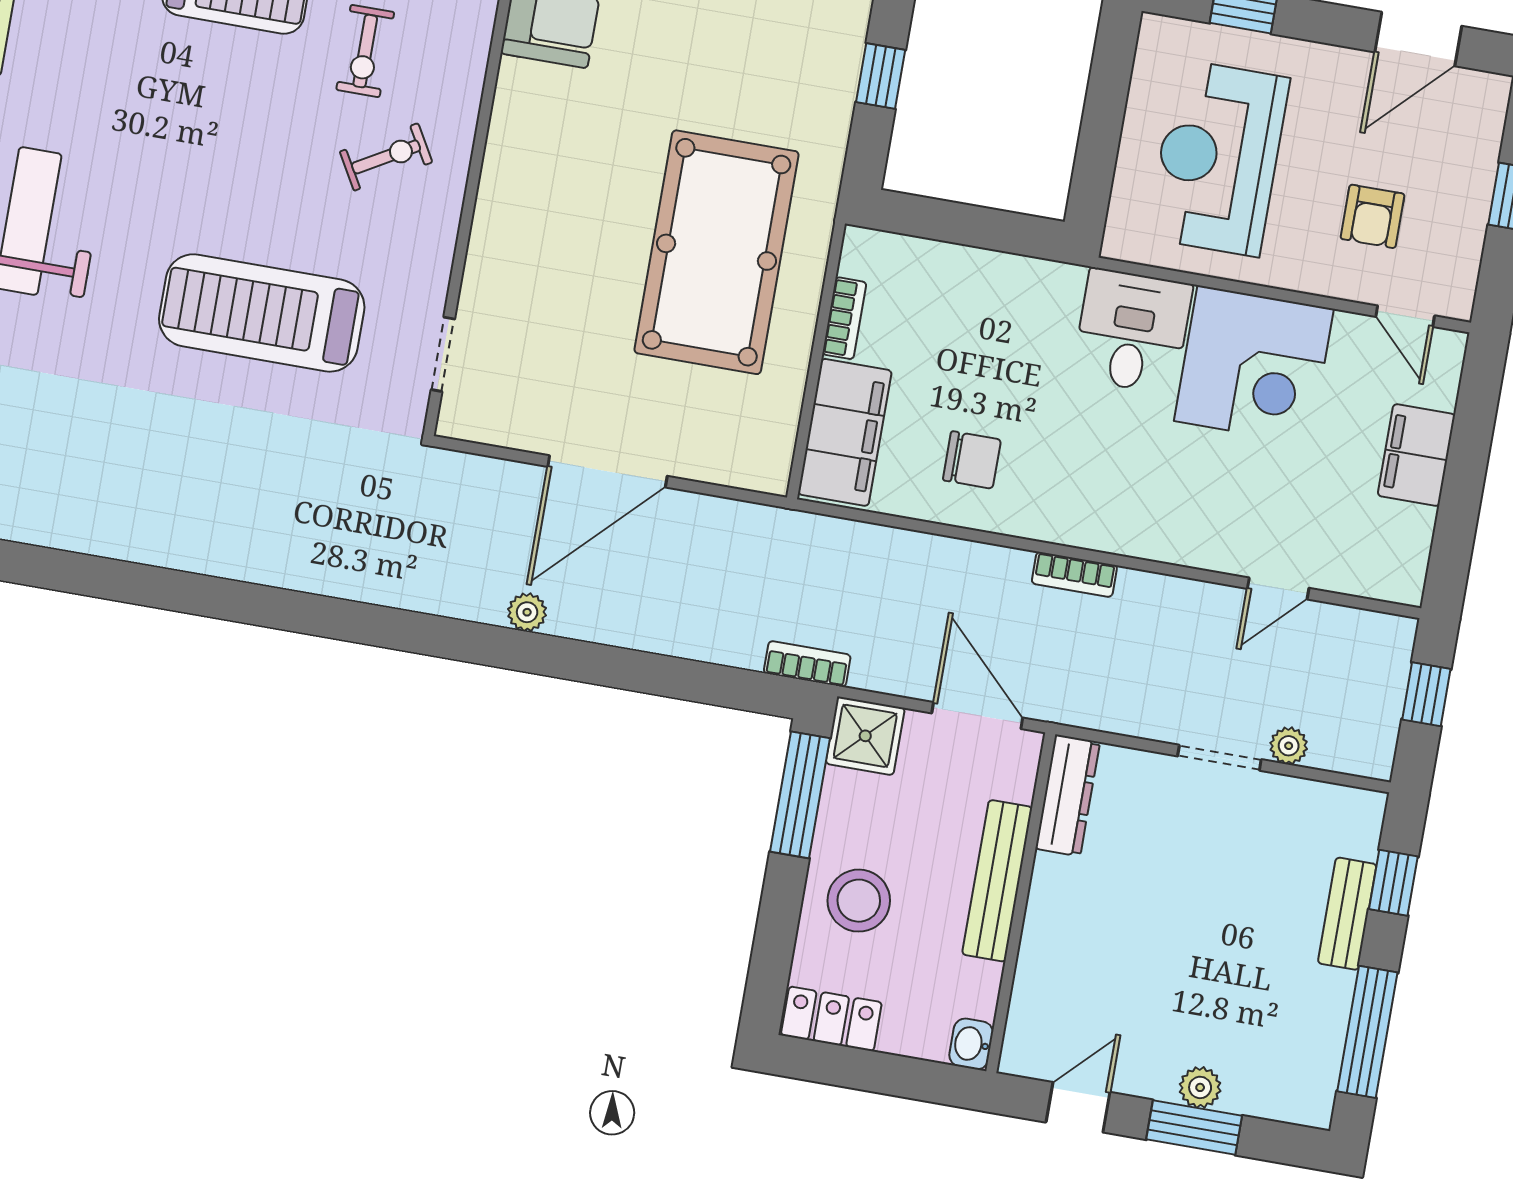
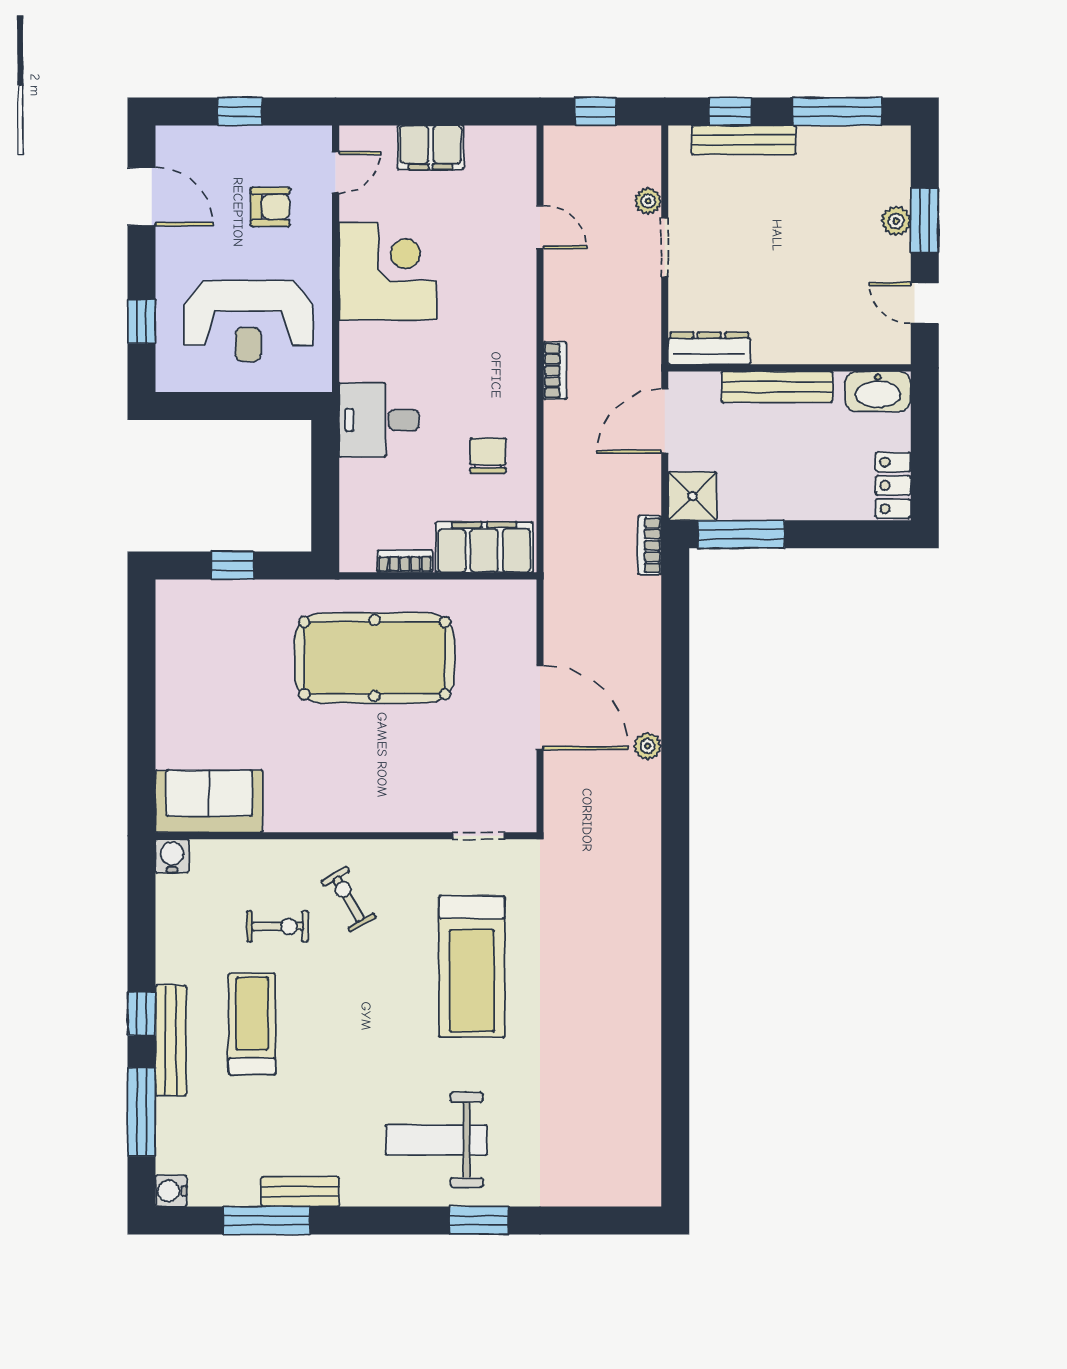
desk: (1132, 331) -> (379, 420), moved
stool: (859, 901) -> (808, 481), removed
bench: (1347, 914) -> (744, 140), width x1.36
washbasin: (971, 1044) -> (878, 391), width x1.91, depth x1.45

